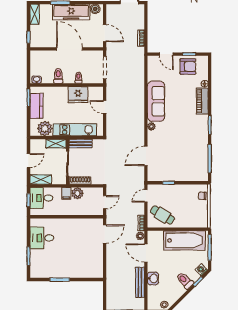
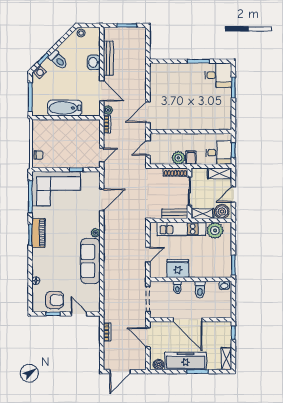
armchair: (188, 66) -> (55, 300), turned 180
piano: (202, 101) -> (38, 233), moved
kitchen counter: (36, 106) -> (224, 256), removed
door: (105, 107) -> (148, 255), hinge flipped
boiler: (39, 145) -> (222, 211), added
corner sofa: (186, 166) -> (56, 189), added
cafe table: (162, 215) -> (83, 133), removed
desk: (42, 238) -> (218, 75), moved
bathtub: (184, 240) -> (65, 108), width x0.73, depth x0.73

